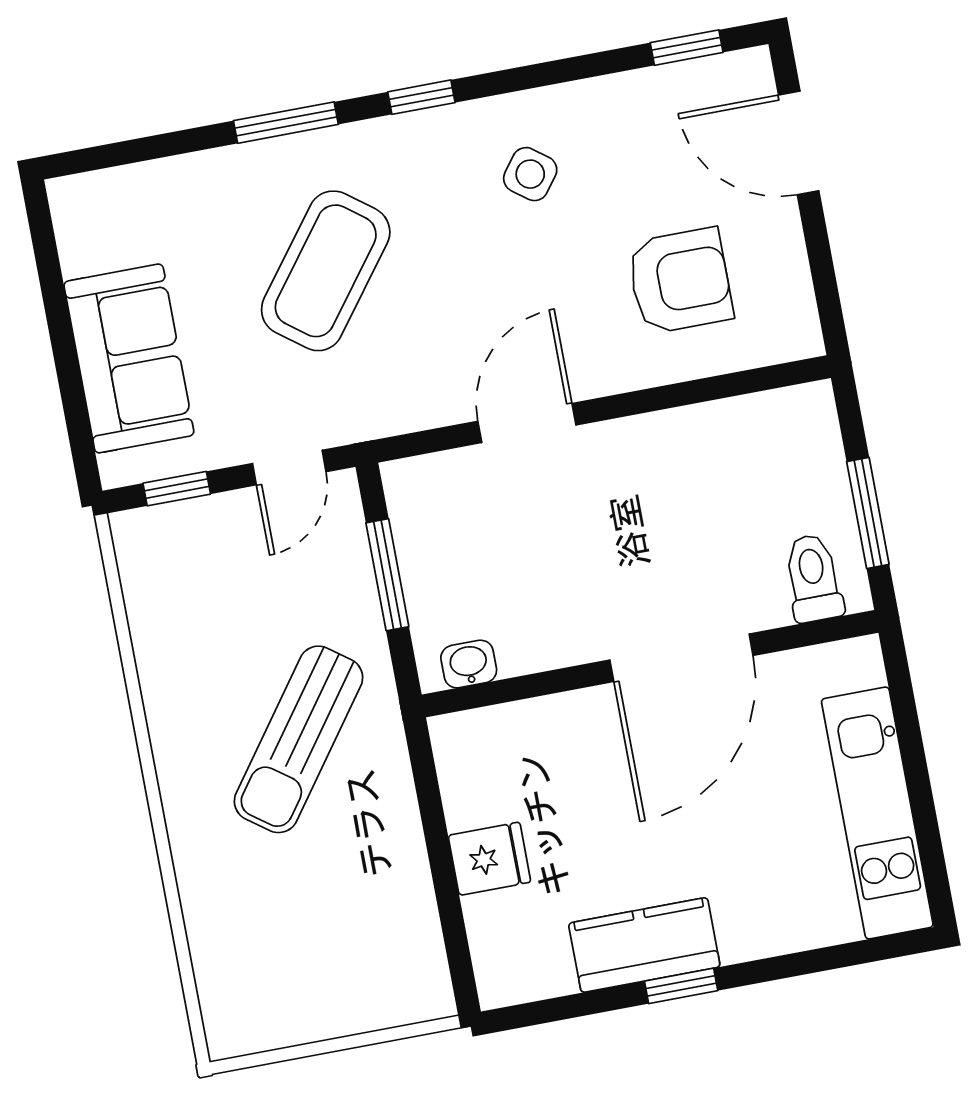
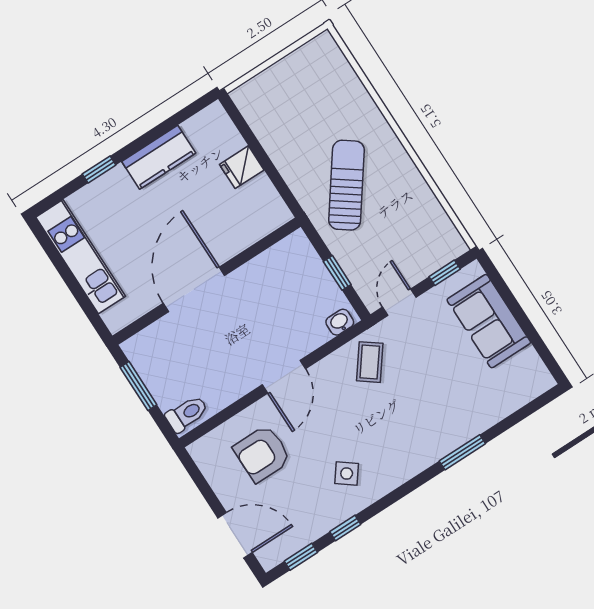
window: (421, 97) -> (345, 528), moved
coffee table: (326, 271) -> (370, 362), moved, width x0.54, depth x0.58
door: (527, 423) -> (284, 377), moved
window: (387, 575) -> (337, 273), width x0.67
toilet: (813, 578) -> (187, 414), moved, turned -90
washbasin: (469, 664) -> (340, 322), moved, turned 180
window: (681, 986) -> (99, 169), moved

